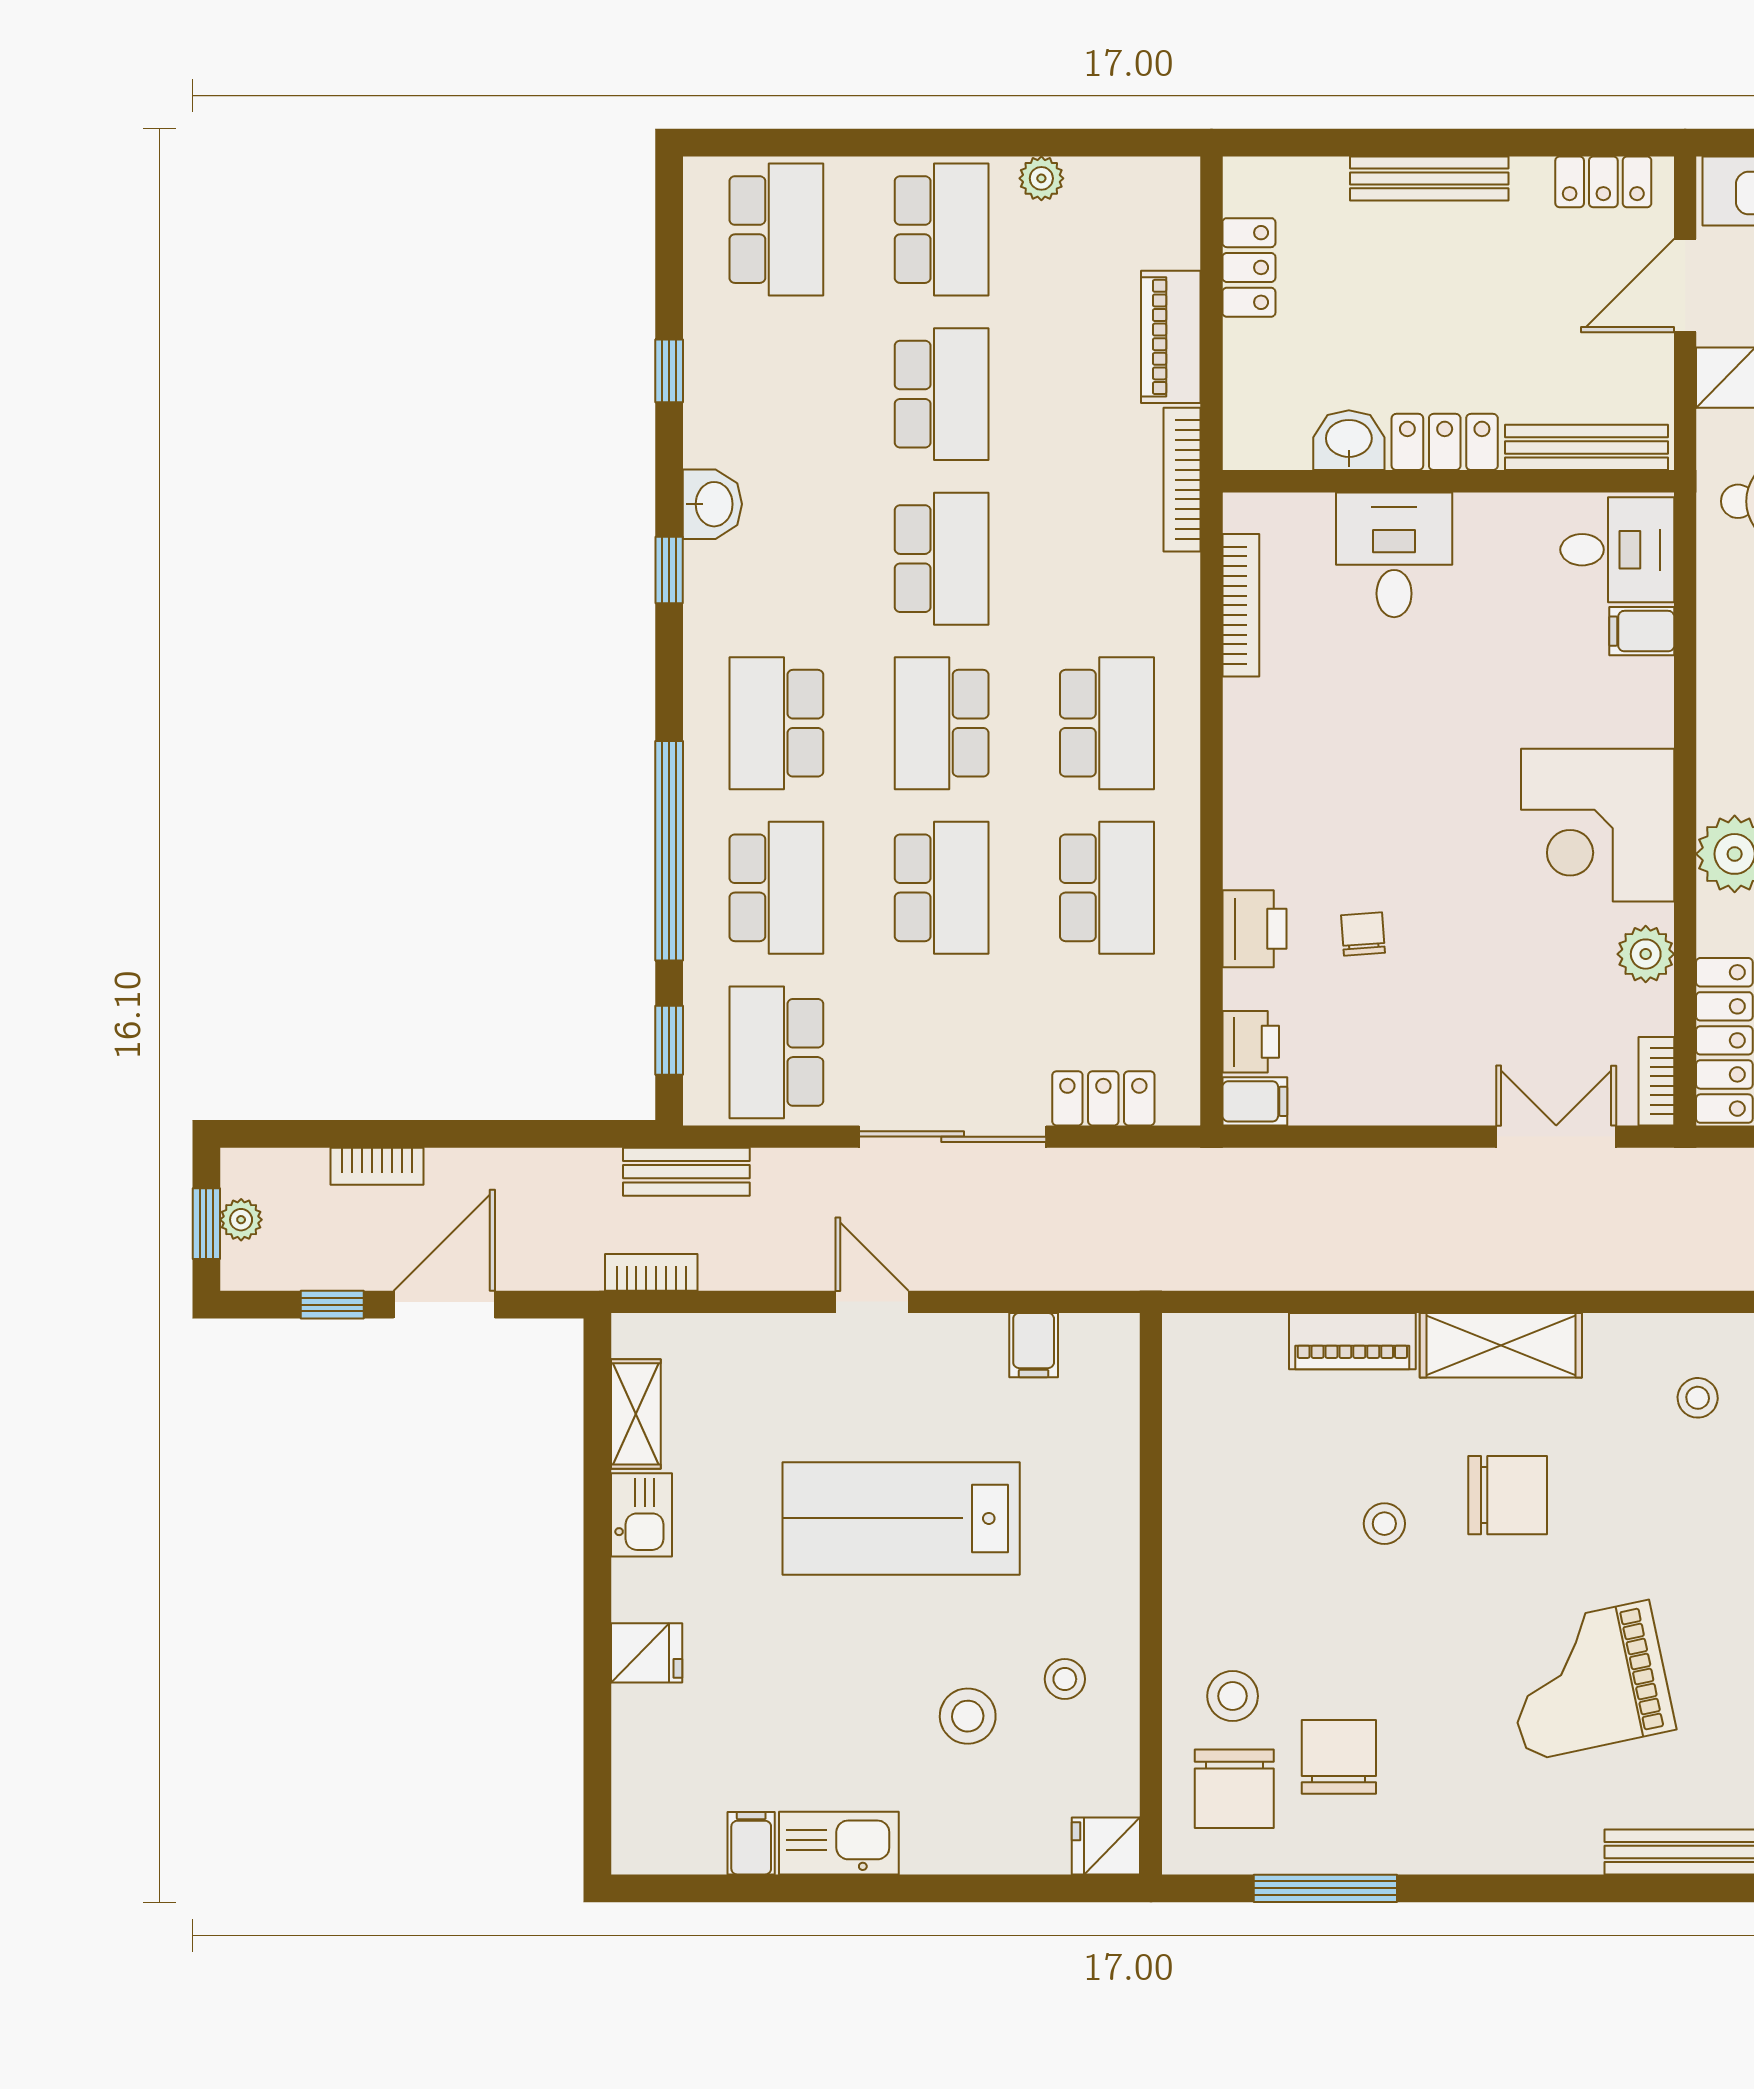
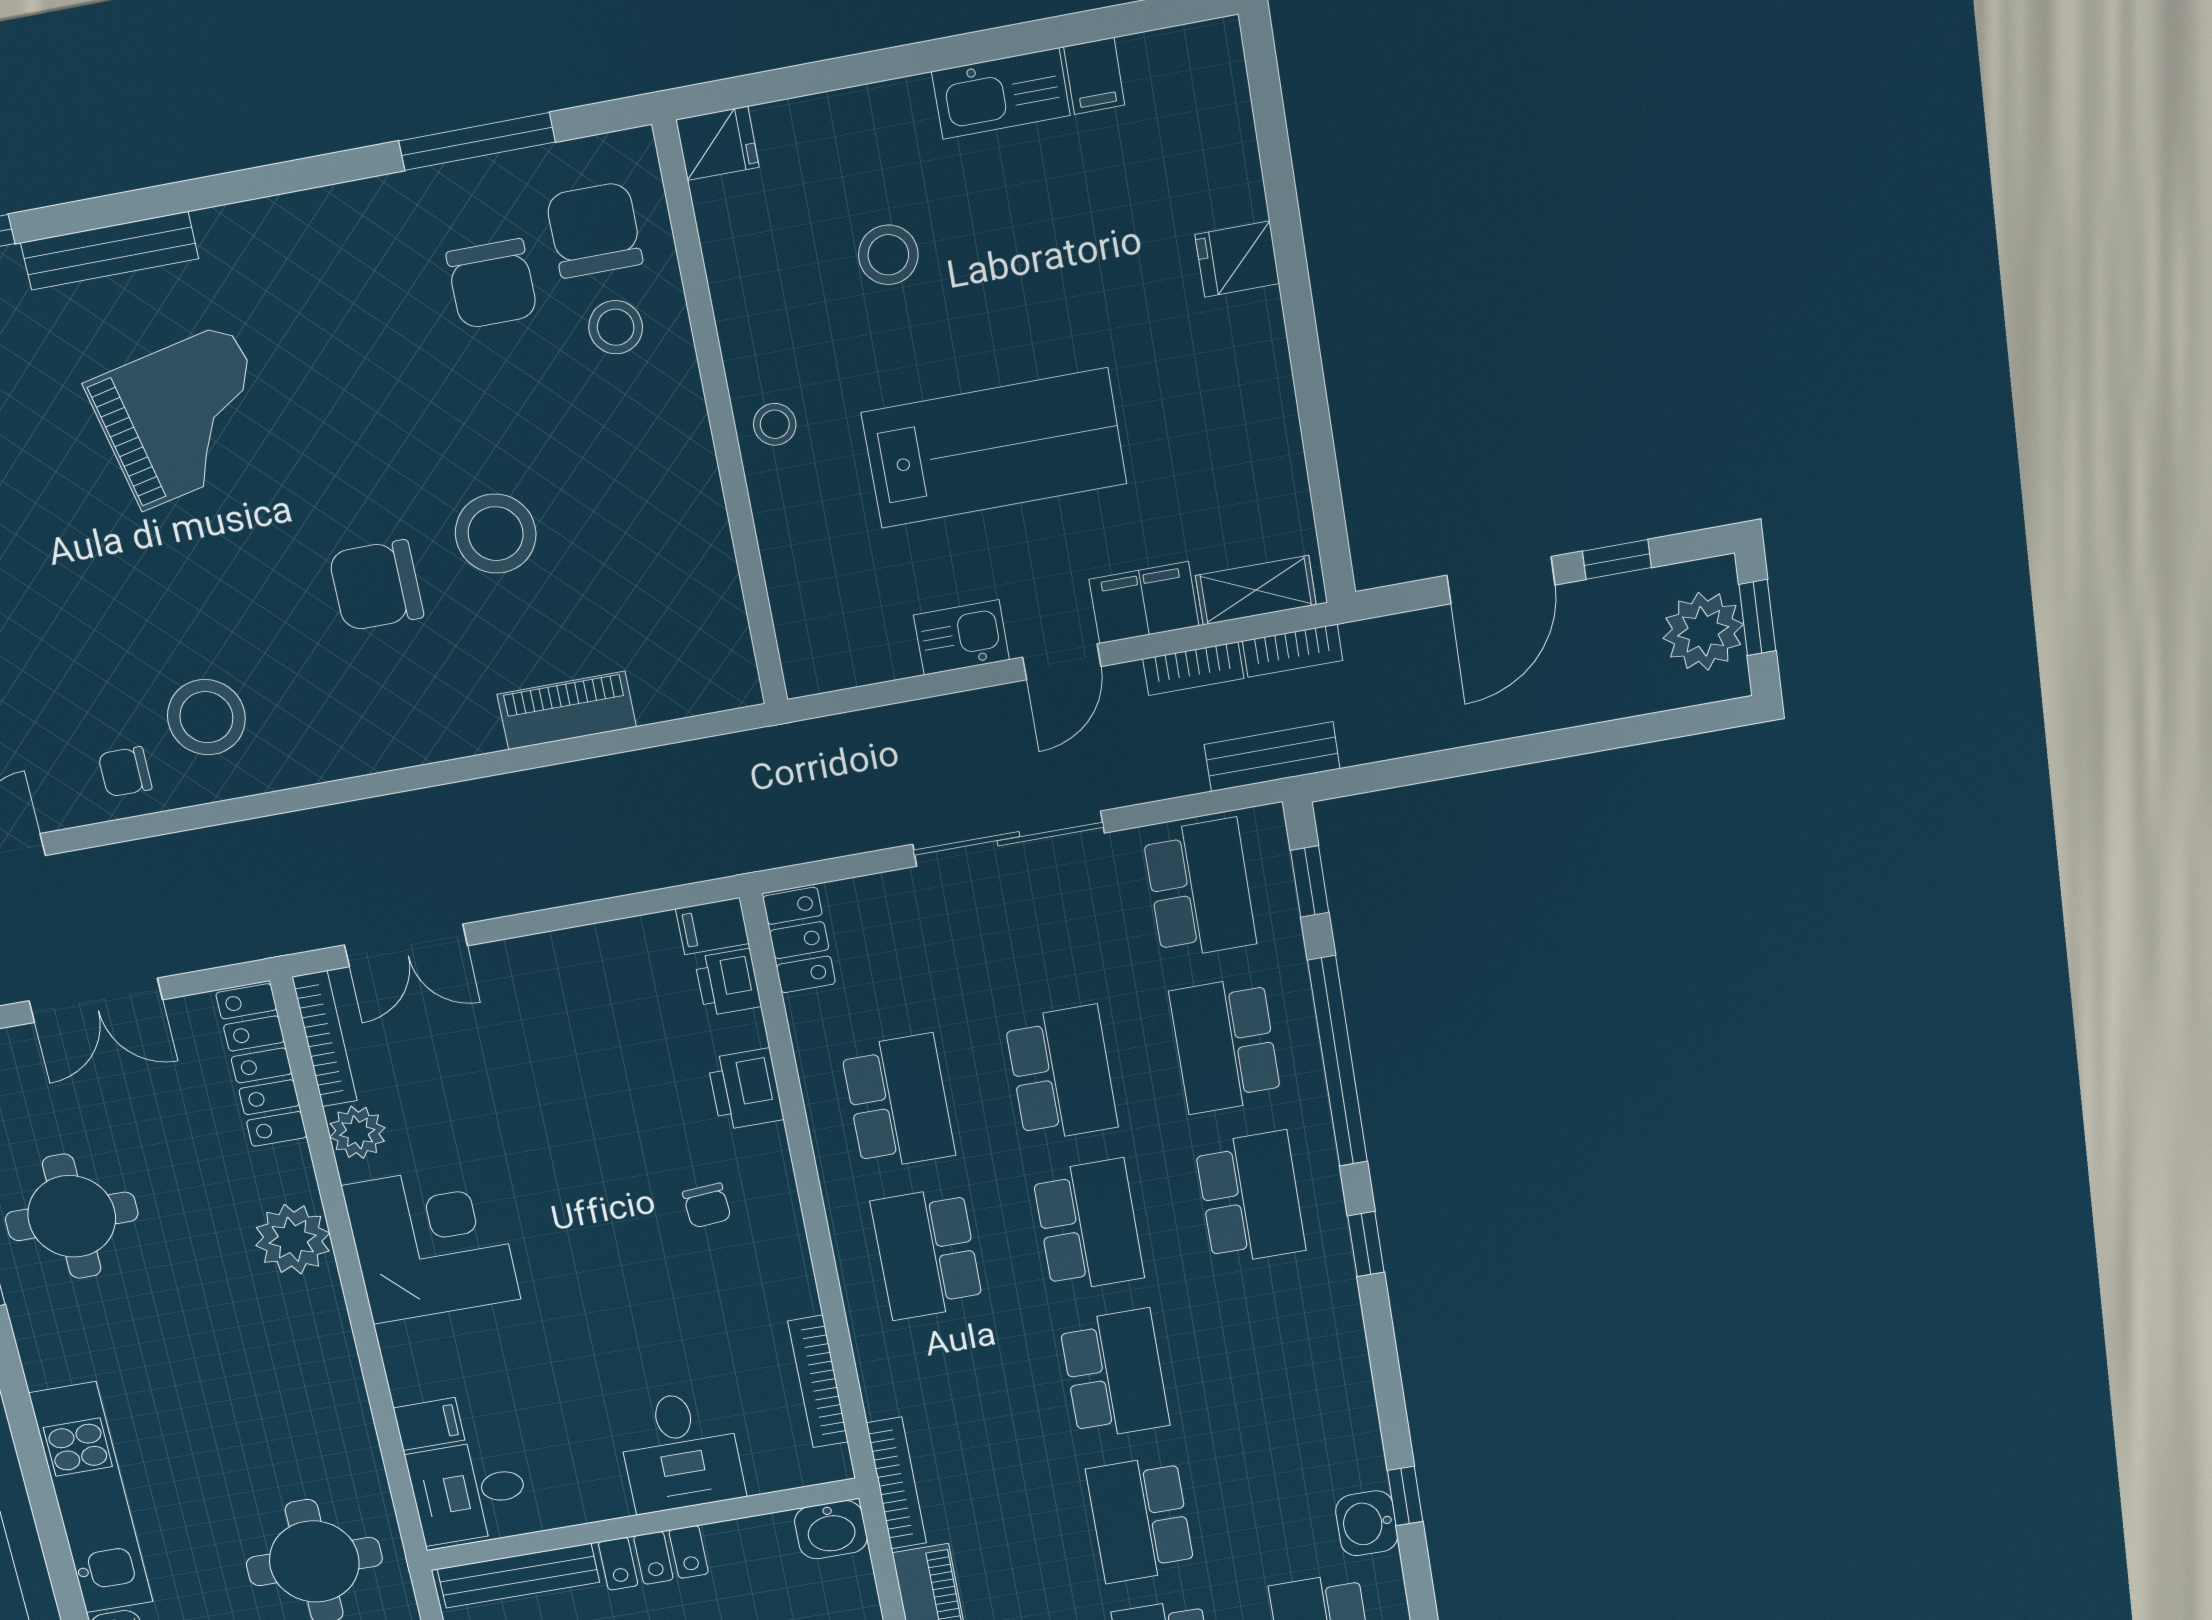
washbasin: (1349, 440) -> (831, 1530), moved
washbasin: (712, 504) -> (1367, 1523), moved
school desk: (942, 559) -> (1115, 1374), turned 180
window: (669, 570) -> (1366, 1244), moved
school desk: (942, 888) -> (1061, 1074), turned 180
school desk: (1107, 888) -> (898, 1102), turned 180
chair: (1363, 934) -> (707, 1205), moved
bookcase: (1656, 1081) -> (325, 1039), width x1.56
locker: (1103, 1098) -> (799, 940), moved, turned -90
bookcase: (377, 1166) -> (1193, 669), moved, turned 180
plant: (241, 1220) -> (1703, 631), width x1.87, depth x1.87
door: (872, 1302) -> (1062, 662), hinge flipped
filing cabinet: (1034, 1345) -> (1144, 603), moved, width x2.00
shelving: (1501, 1345) -> (416, 733), removed
stool: (1698, 1398) -> (206, 717), width x1.89, depth x1.89
shelving: (636, 1414) -> (1256, 590), moved, turned 90
kitchen sink: (641, 1515) -> (961, 637), moved, turned 90
stool: (1384, 1524) -> (496, 534), width x1.89, depth x1.89
stool: (1065, 1679) -> (775, 424), moved
grand piano: (1587, 1681) -> (185, 417), moved

